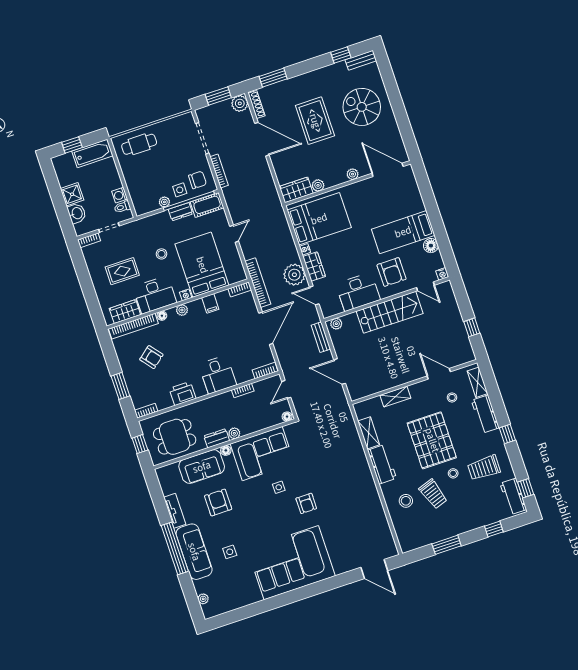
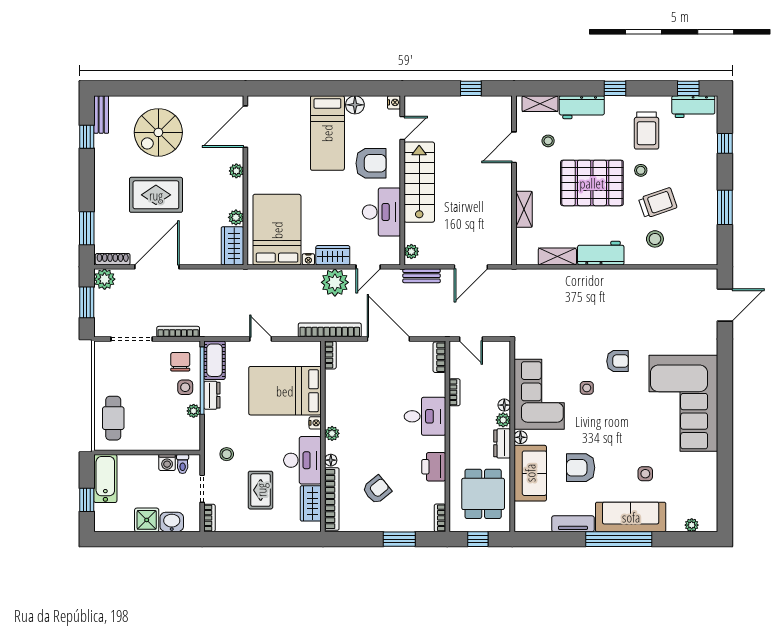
stool: (161, 254) -> (227, 454), moved
filing cabinet: (210, 303) -> (336, 396), removed
floor lamp: (287, 417) -> (504, 405), moved

